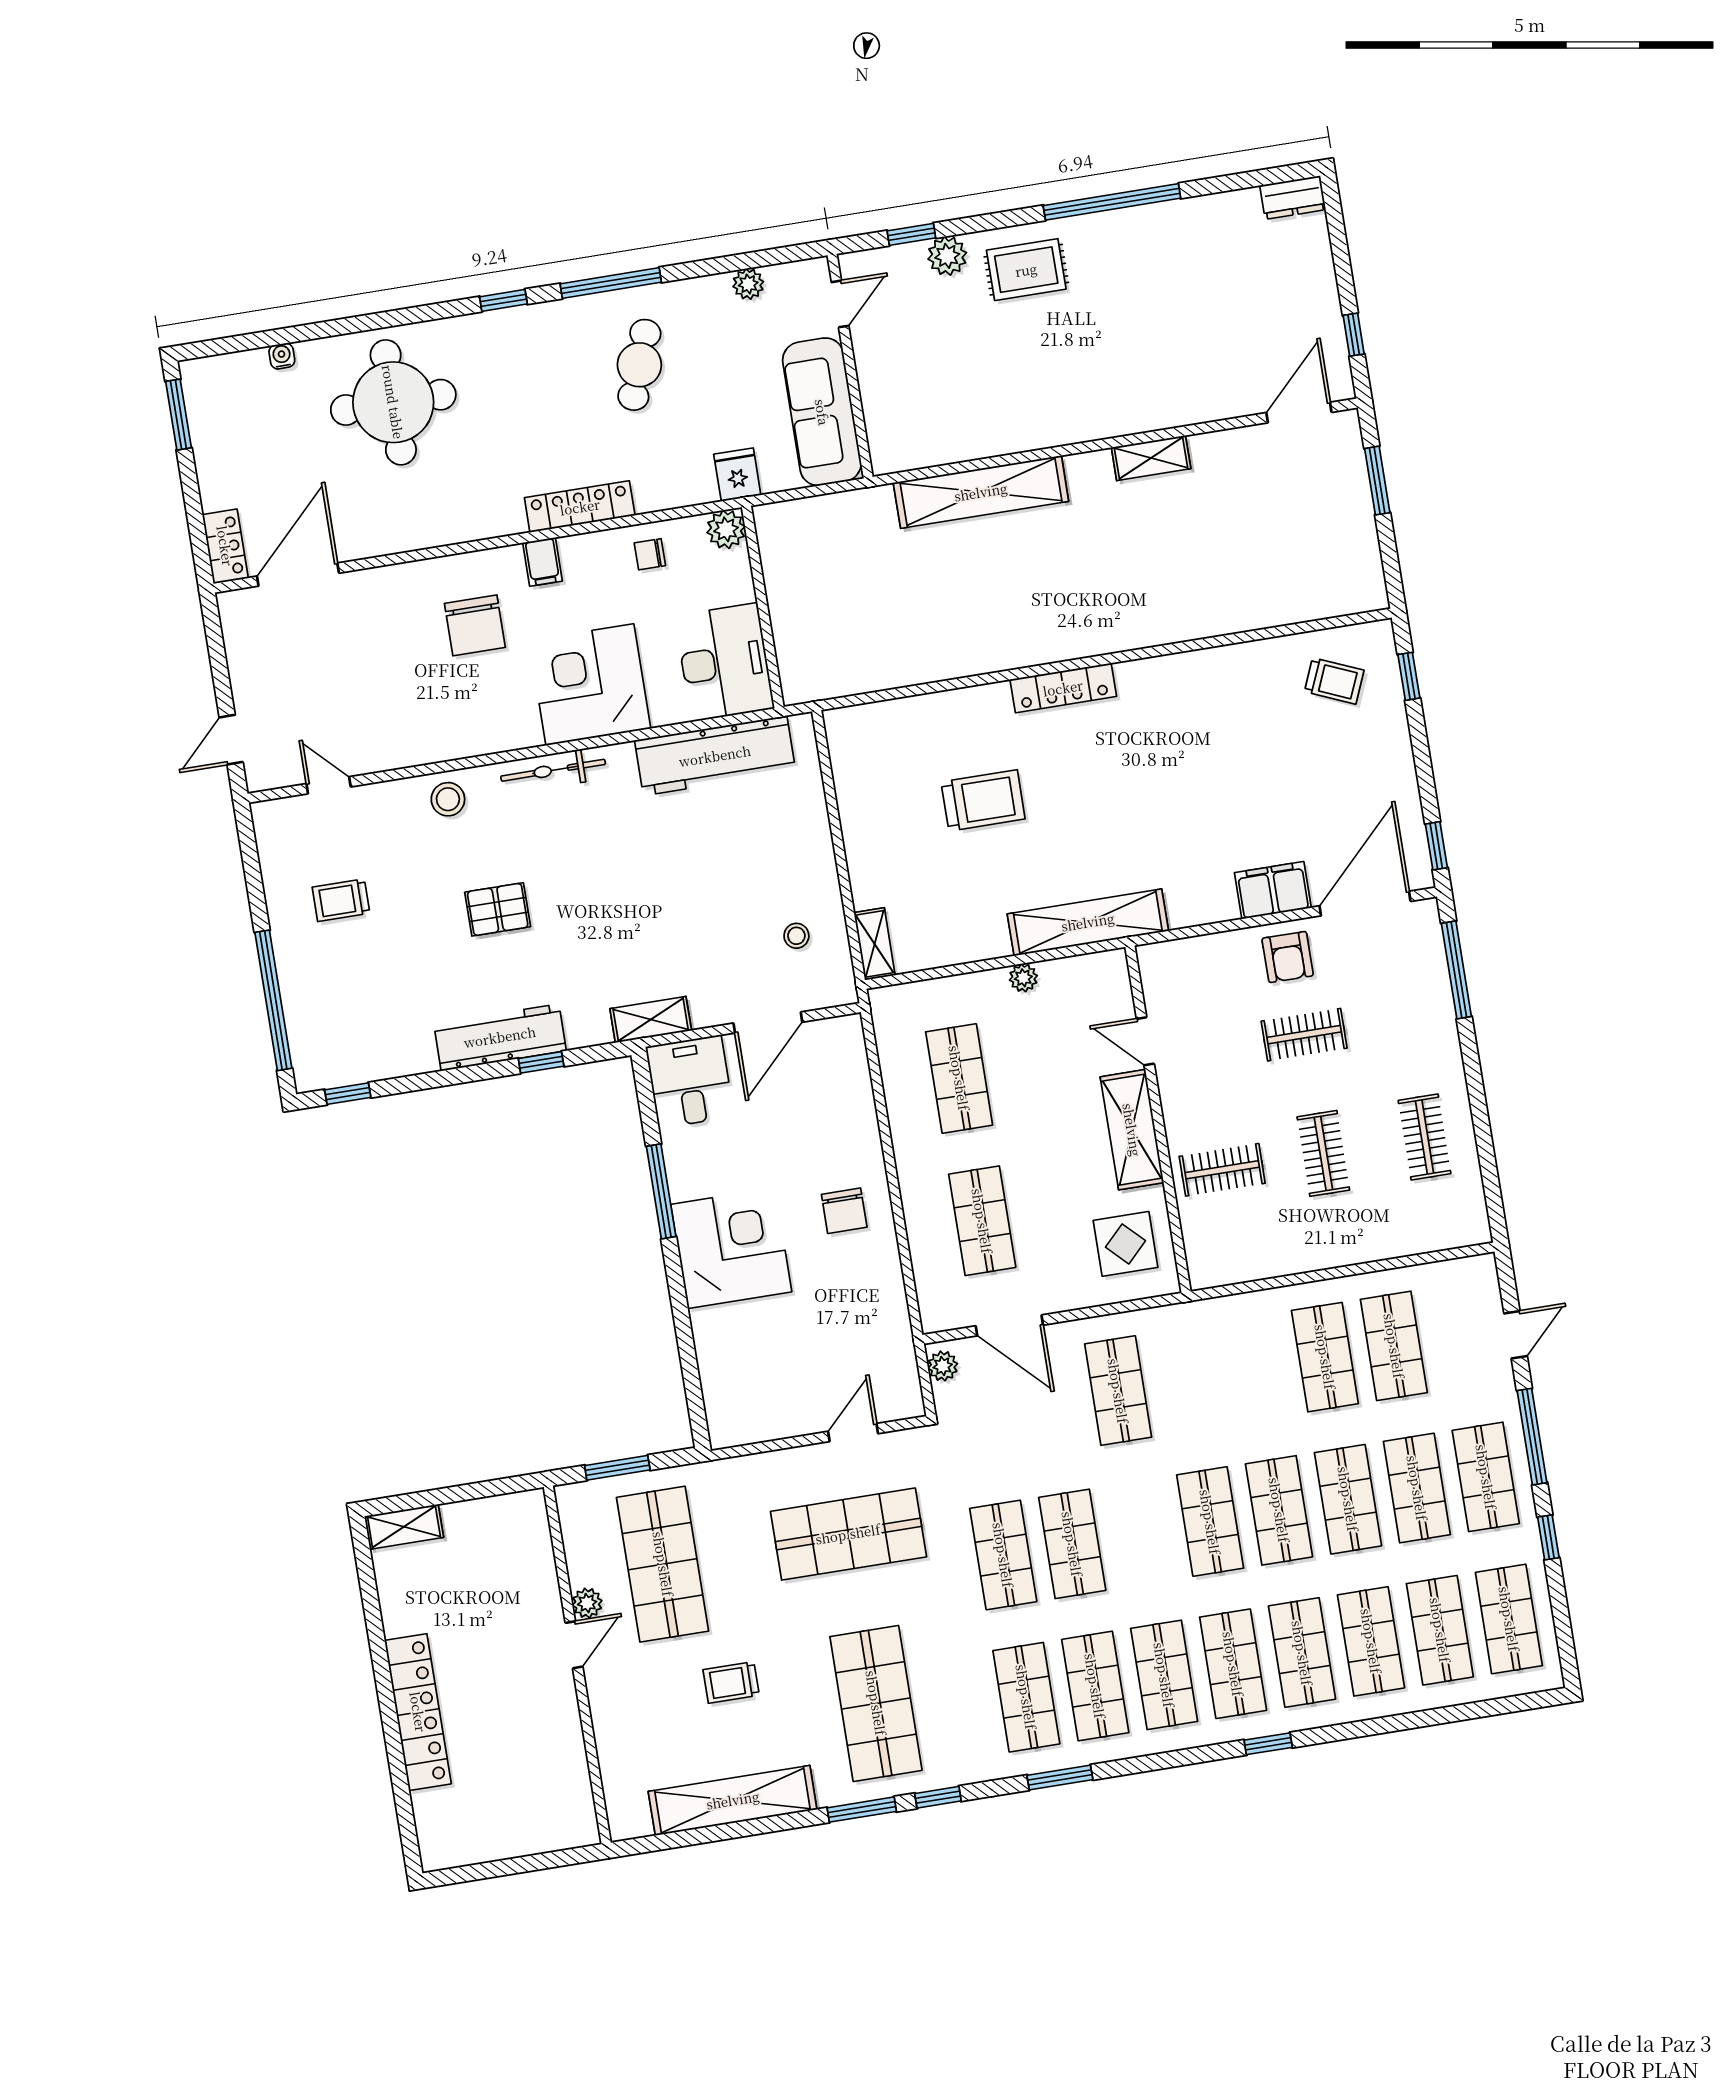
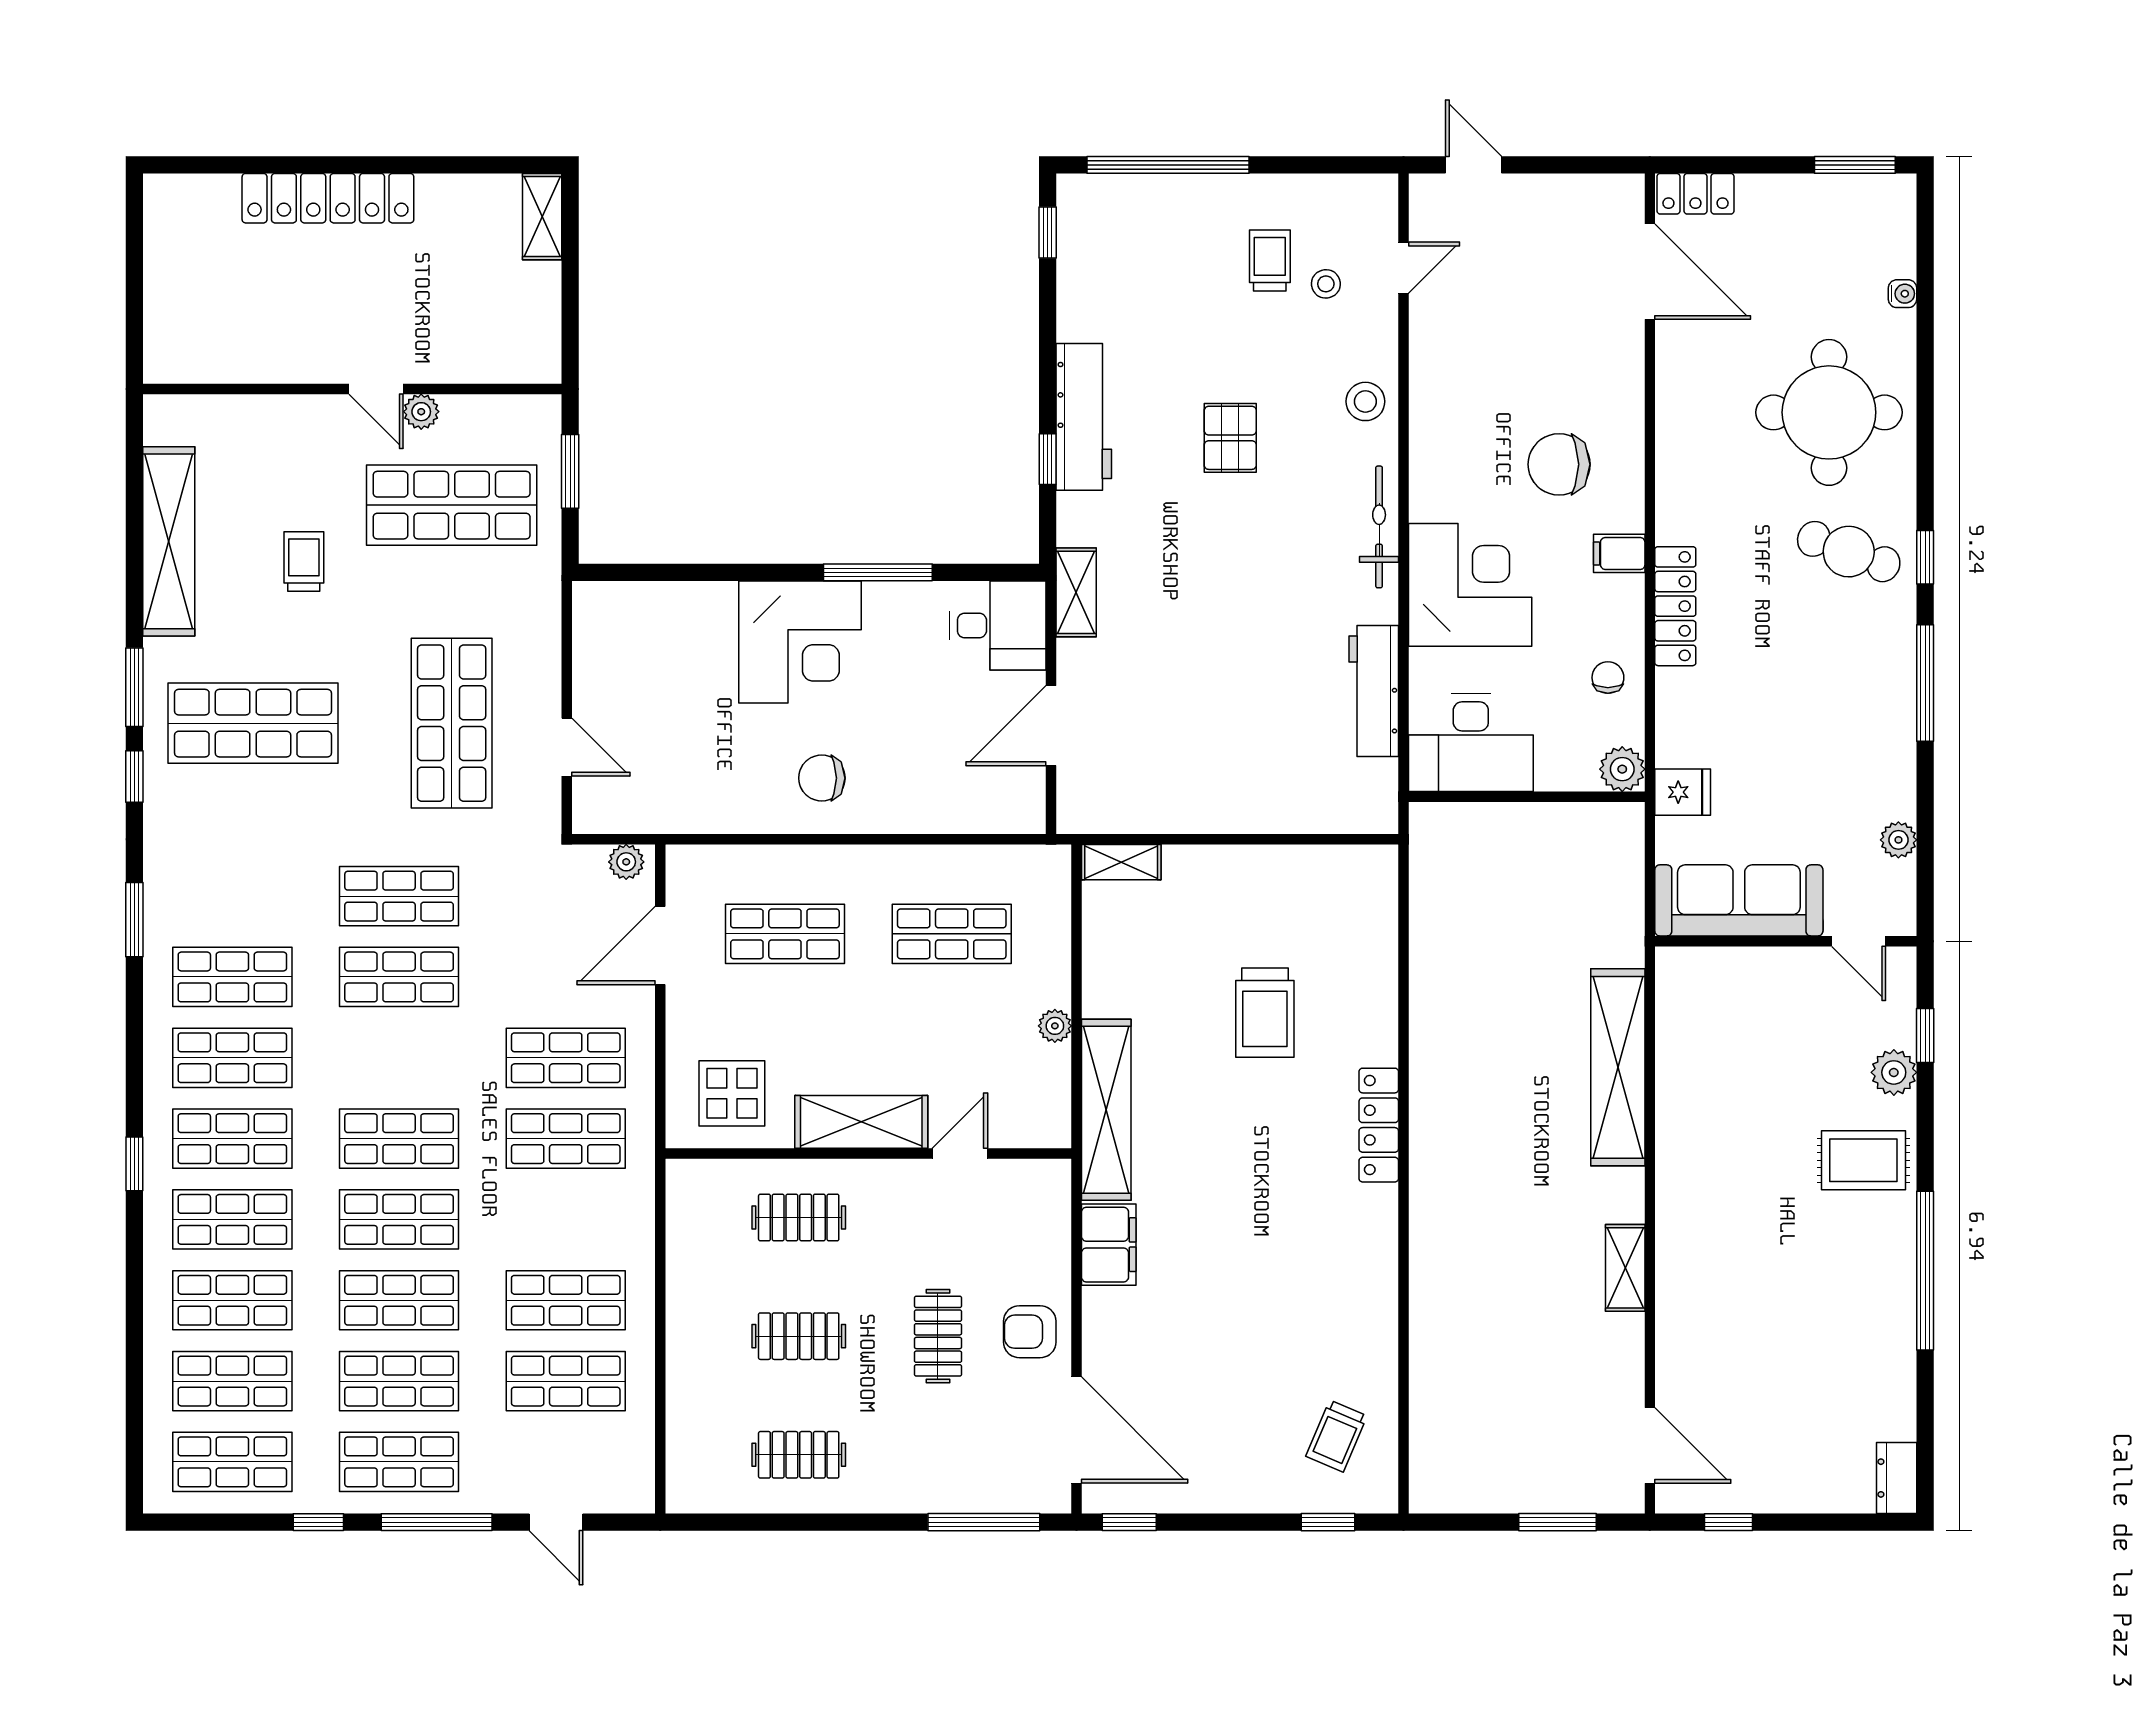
rug: (1026, 270) -> (1863, 1160), turned 90
cafe table: (639, 365) -> (1849, 552), moved
workbench: (715, 756) -> (1374, 691), width x0.73, depth x0.76
filing cabinet: (1273, 890) -> (1109, 1245), moved
stool: (796, 936) -> (1326, 284), moved
door: (768, 1023) -> (1051, 726), hinge flipped
clothes rail: (1222, 1170) -> (799, 1218), turned 90
shop shelf: (1026, 1697) -> (566, 1139), moved

